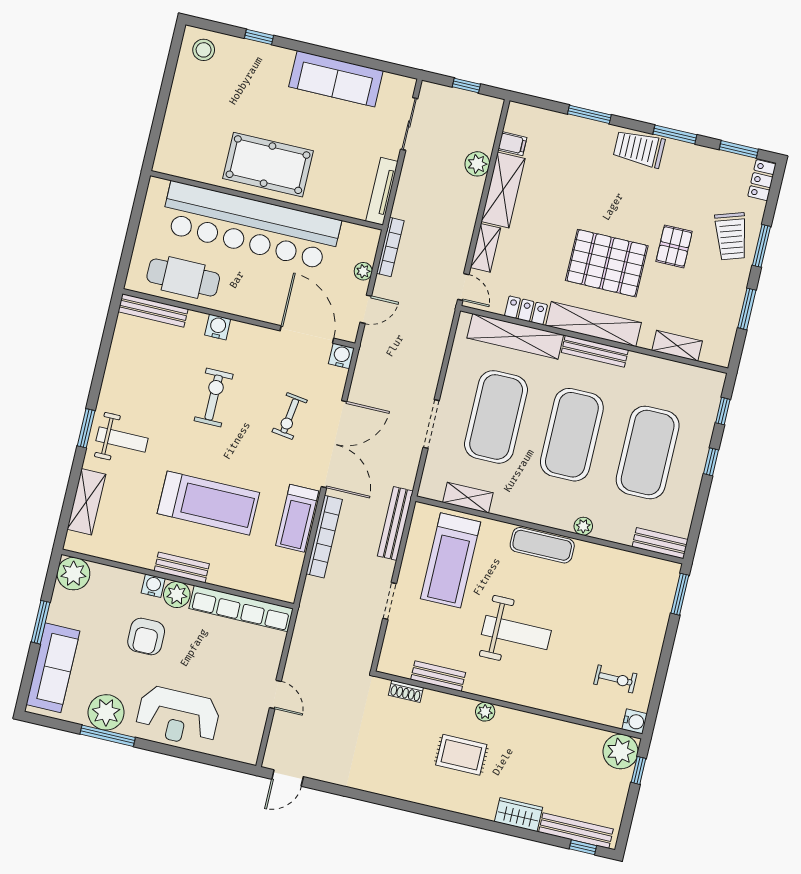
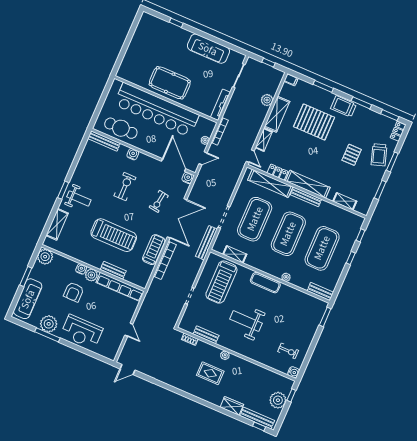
stool: (204, 50) -> (149, 24), removed
filing cabinet: (512, 144) -> (291, 80), moved
pallet: (607, 263) -> (314, 122), moved
treadmill: (297, 518) -> (154, 250), turned 180
bench: (395, 523) -> (206, 243), moved
bench: (182, 567) -> (113, 270), moved
weight bench: (516, 633) -> (246, 321), turned 180
plant: (620, 752) -> (278, 400), moved

